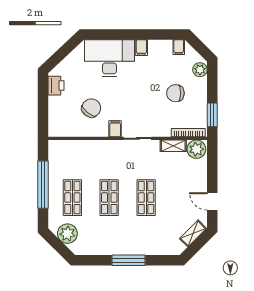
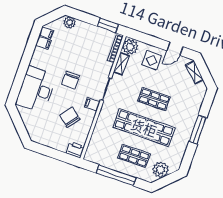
filing cabinet: (141, 48) -> (43, 43), moved
printer: (56, 86) -> (75, 150), moved
chair: (175, 93) -> (71, 80), moved
display table: (190, 179) -> (152, 60), added
shop shelf: (109, 198) -> (144, 127), width x2.00, depth x1.36

